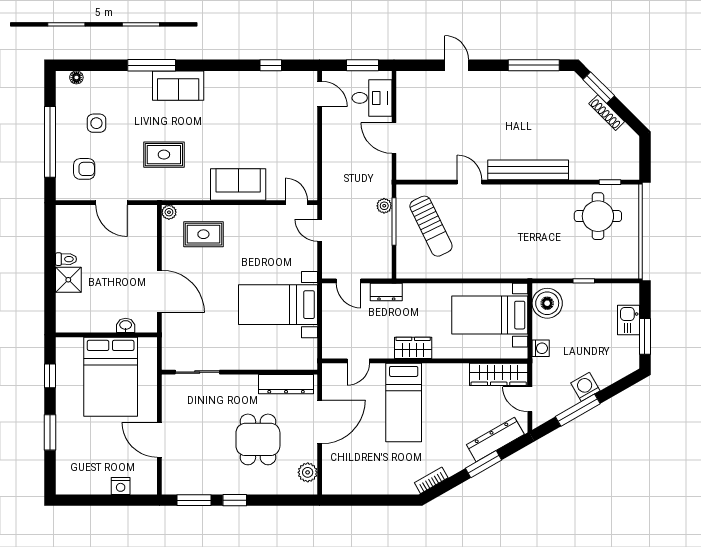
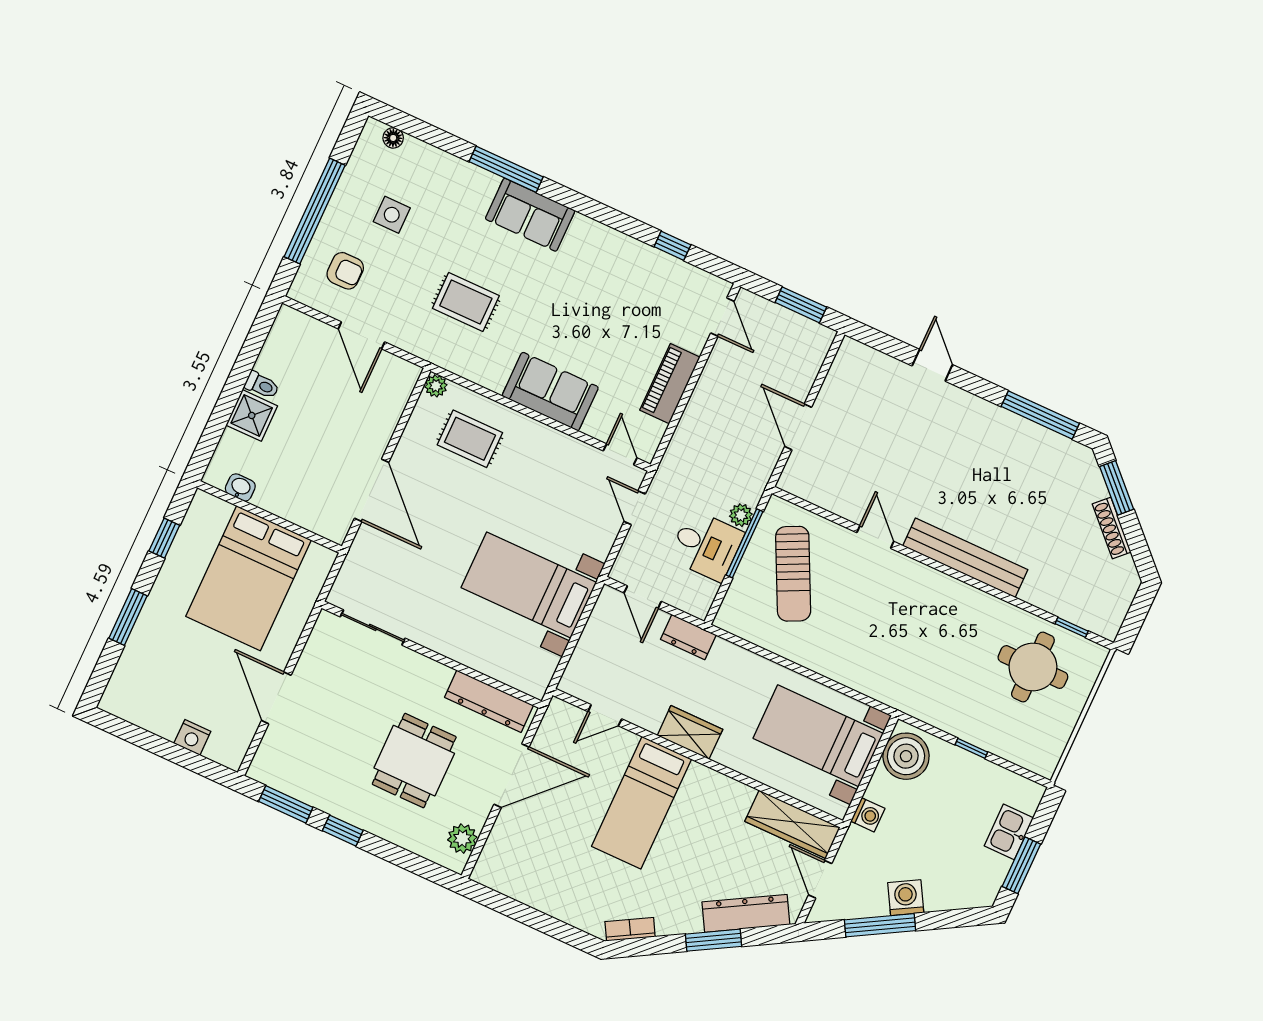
desk: (372, 98) -> (706, 546), moved
piano: (307, 147) -> (670, 384), added
washbasin: (126, 325) -> (240, 488), moved

